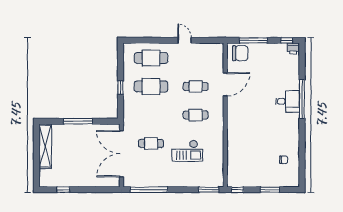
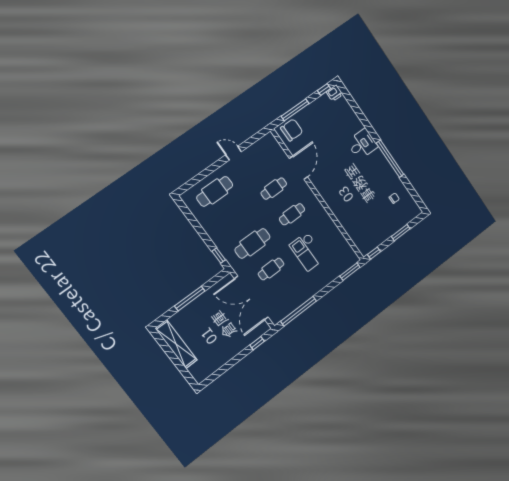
cafe table: (151, 86) -> (252, 243), moved
window: (120, 87) -> (219, 256), moved
window: (302, 99) -> (390, 159), moved
checkout: (187, 151) -> (308, 252), turned 90
window: (63, 190) -> (257, 343), moved

